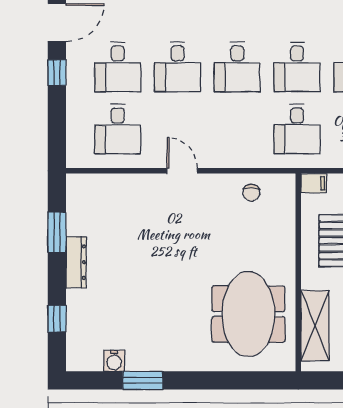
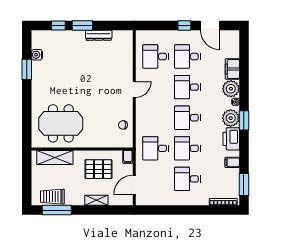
window: (57, 232) -> (82, 25), moved
dresser: (76, 262) -> (99, 35), moved

